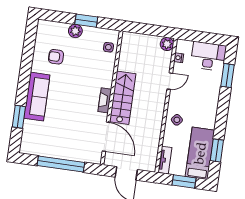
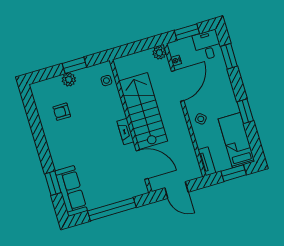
window: (200, 37) -> (187, 32), added
desk: (208, 56) -> (207, 45), width x0.73
door: (170, 81) -> (178, 86), width x1.87
sofa: (37, 97) -> (71, 191), moved
stairs: (123, 98) -> (143, 111), width x1.36, depth x1.51
window: (217, 150) -> (245, 111), moved

